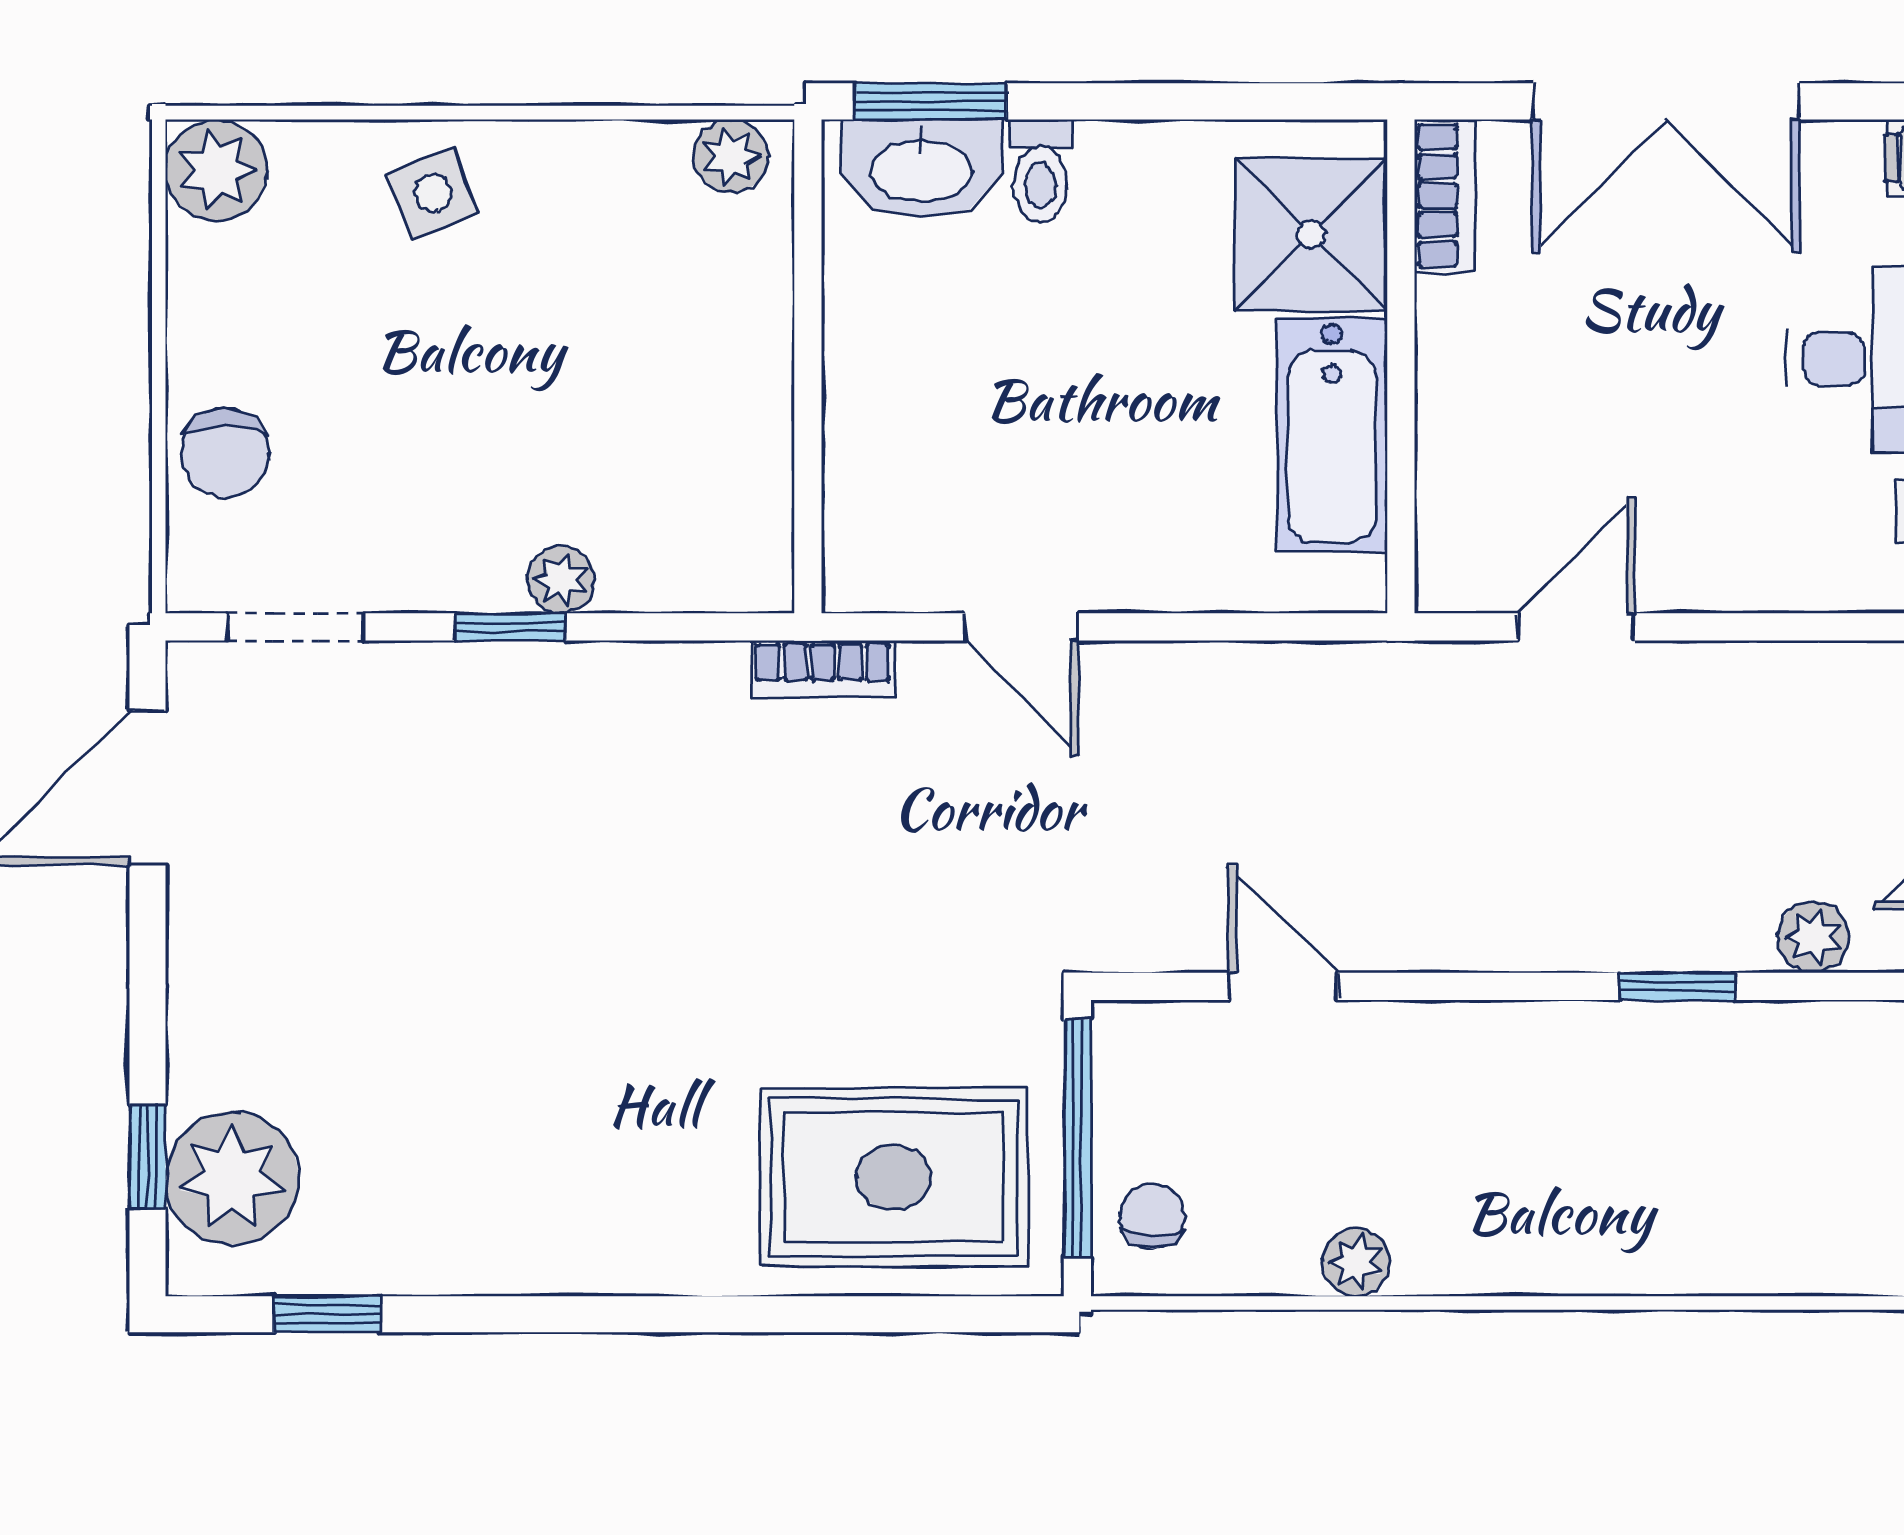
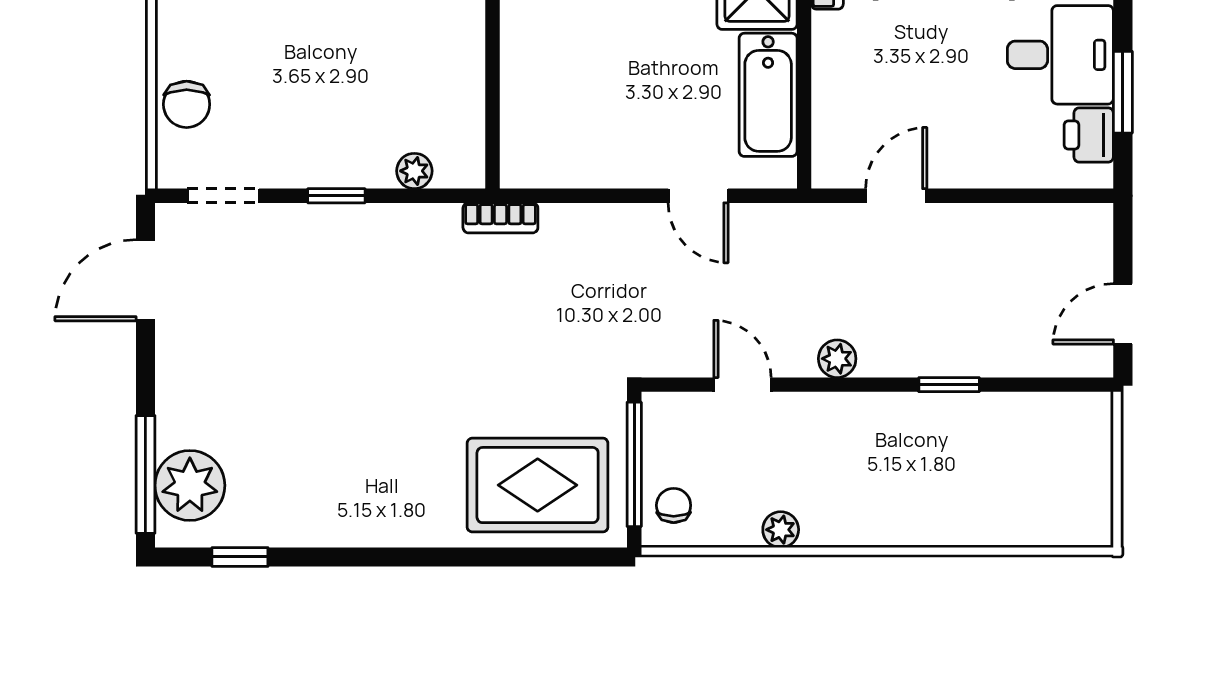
plant: (561, 580) -> (414, 171), moved
door: (1022, 627) -> (698, 196), moved
plant: (1813, 937) -> (837, 359), moved
window: (148, 1157) -> (145, 474), width x2.17

